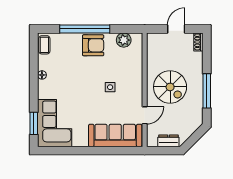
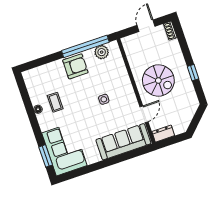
window: (85, 29) -> (85, 46), moved
coffee table: (44, 45) -> (55, 102), moved
window: (207, 91) -> (193, 73), width x0.46
dresser: (168, 141) -> (163, 134), moved

